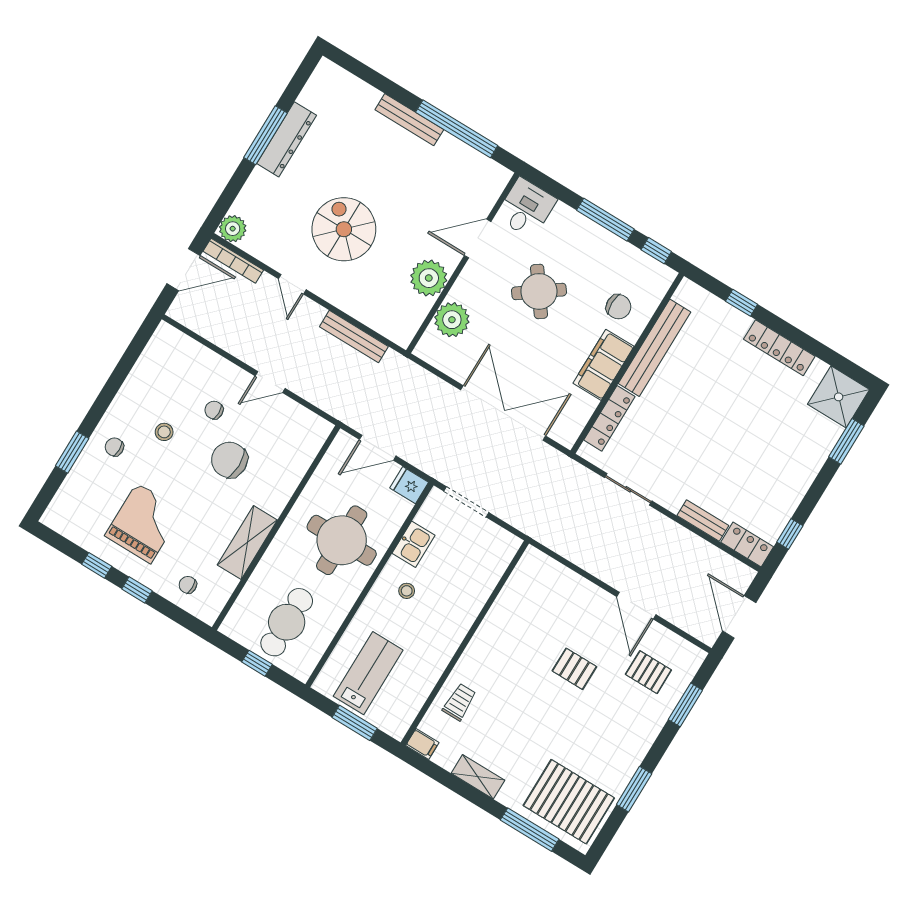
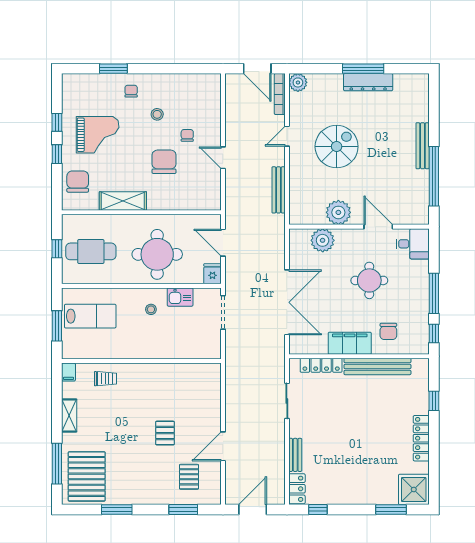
round table: (539, 291) -> (369, 280), turned 36
chair: (188, 585) -> (78, 182), width x1.87, depth x1.87

